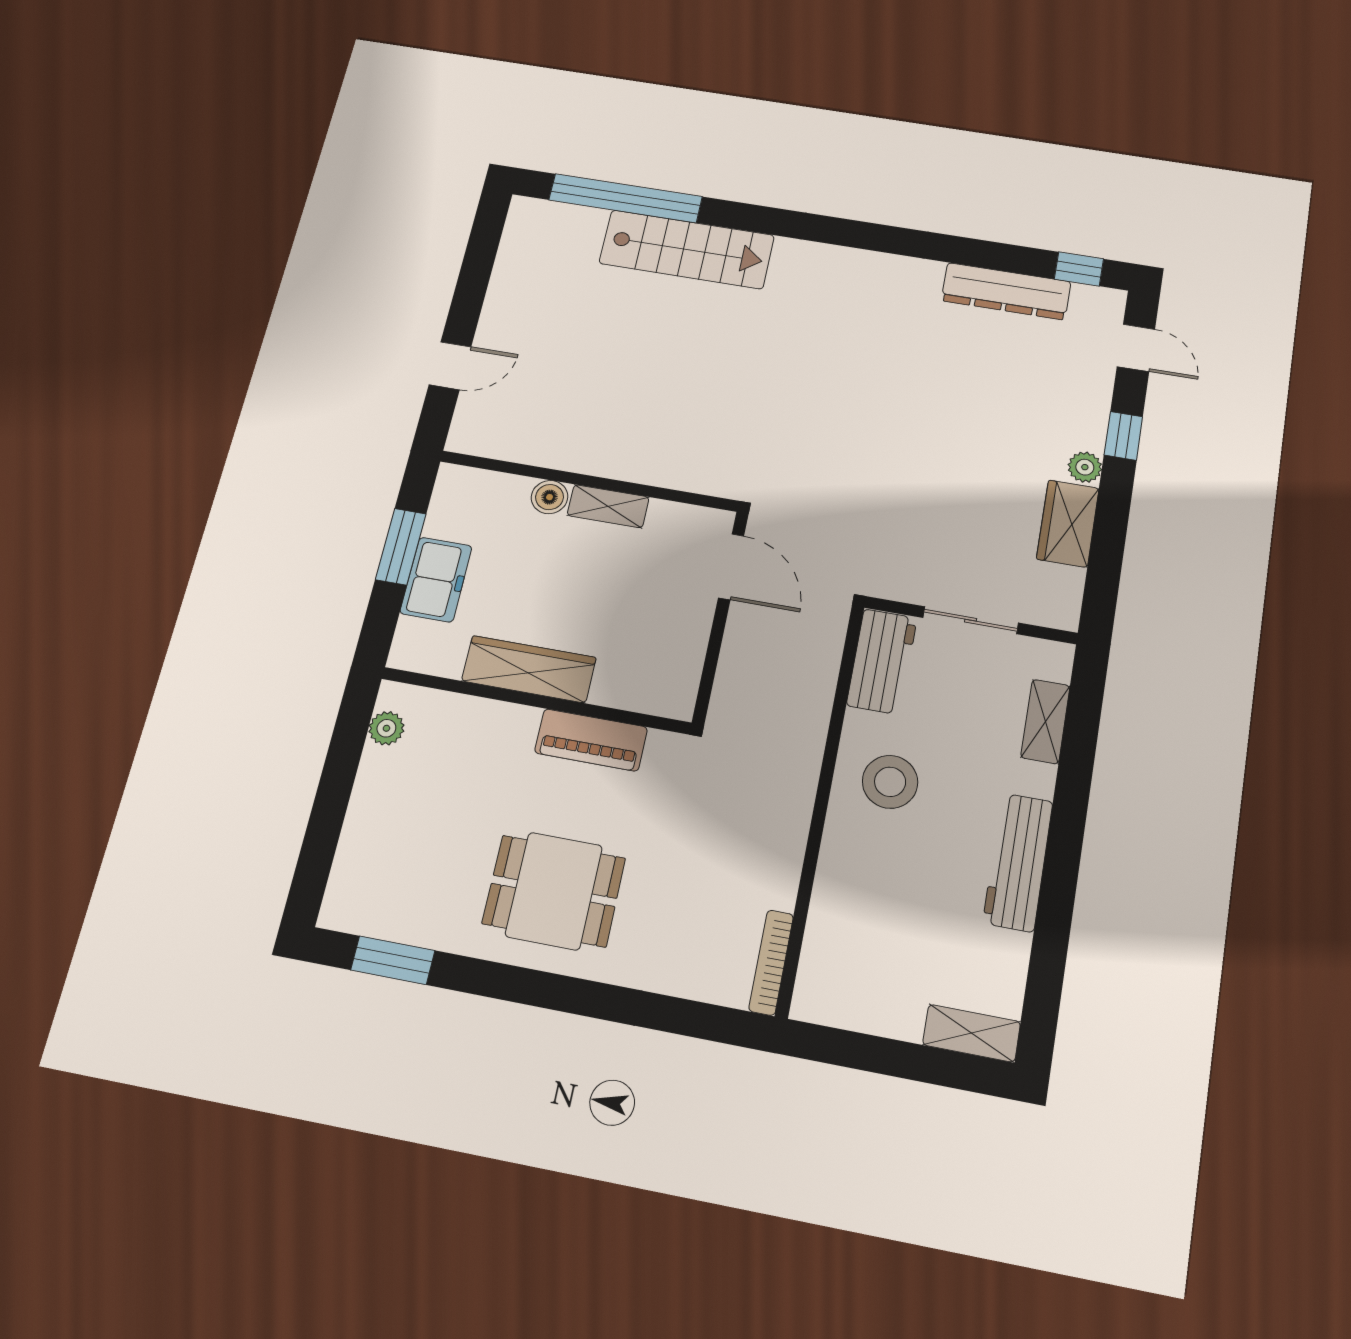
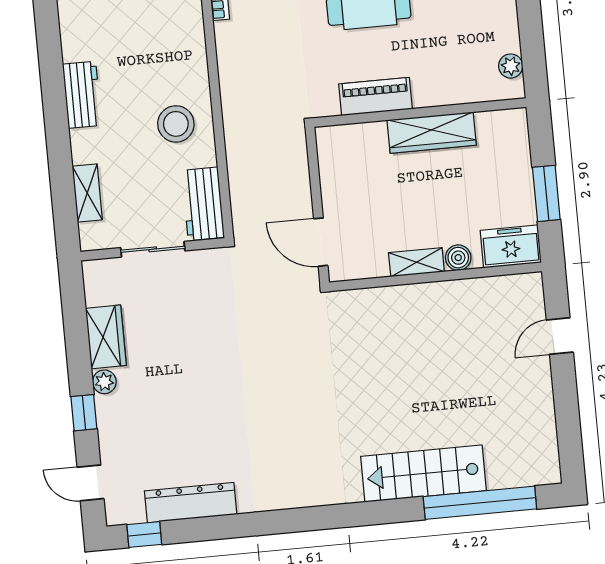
freezer: (436, 580) -> (511, 247), moved, turned 90
workbench: (1018, 862) -> (82, 95), width x0.73

